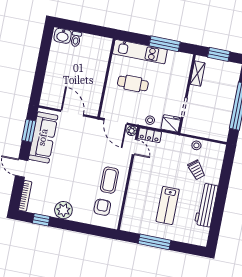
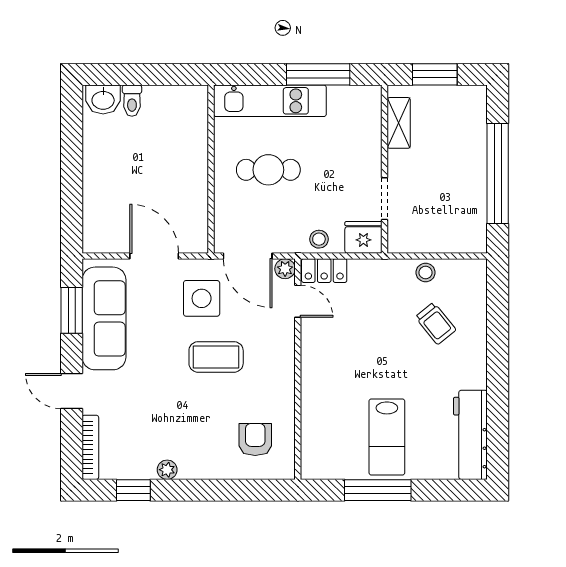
side table: (90, 137) -> (202, 298), added
coffee table: (109, 180) -> (216, 357), moved, turned 90
lab bench: (168, 205) -> (387, 437), moved
workbench: (206, 205) -> (470, 435), moved
plant: (63, 210) -> (167, 470), width x0.53, depth x0.53

